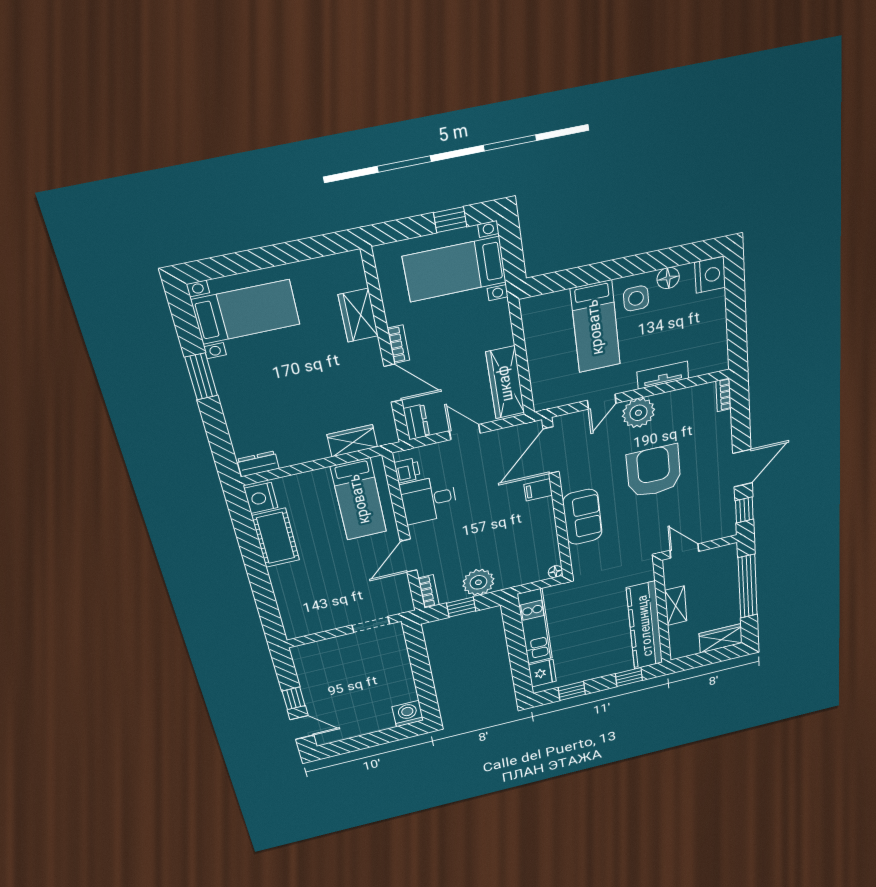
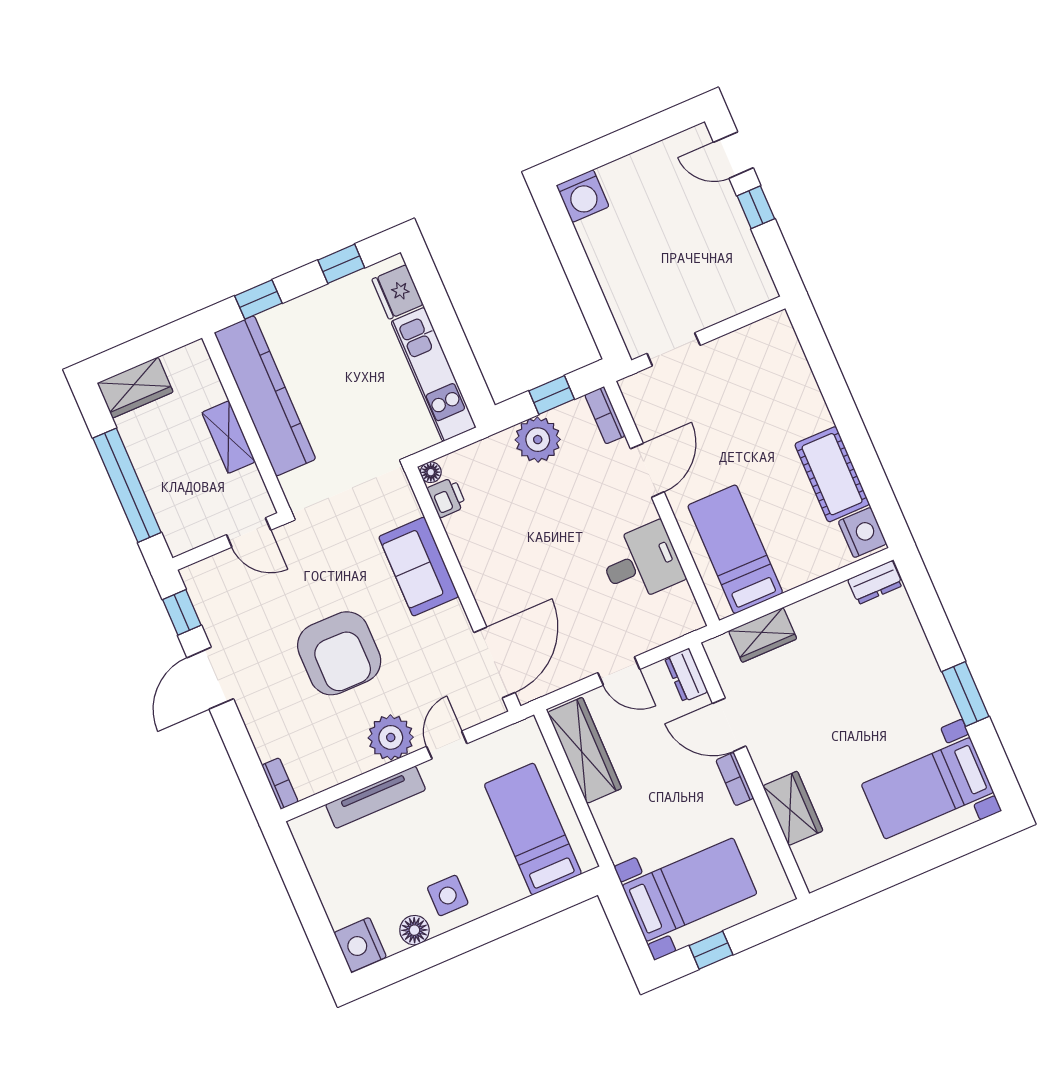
bed: (595, 327) -> (533, 829), moved
tv unit: (663, 375) -> (376, 797), width x1.41
printer: (407, 470) -> (447, 497), moved, turned 180
filing cabinet: (538, 490) -> (495, 600), removed

